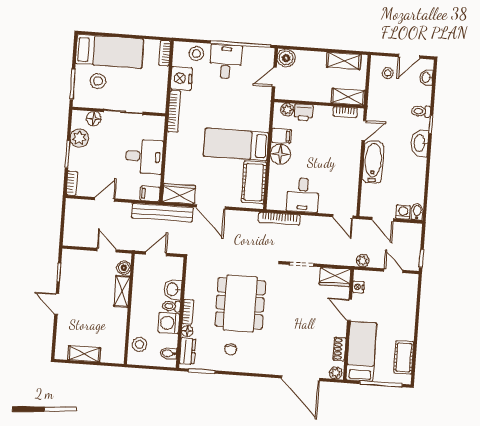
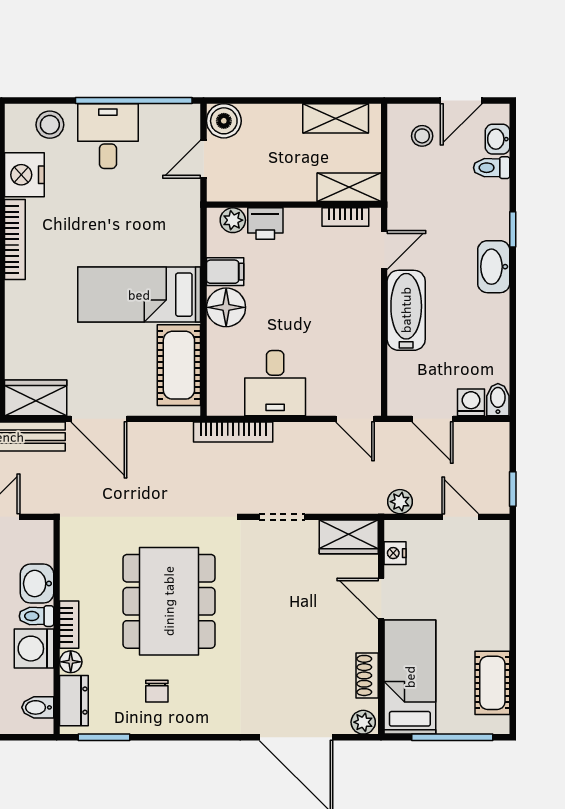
toilet: (421, 111) -> (492, 168), moved

